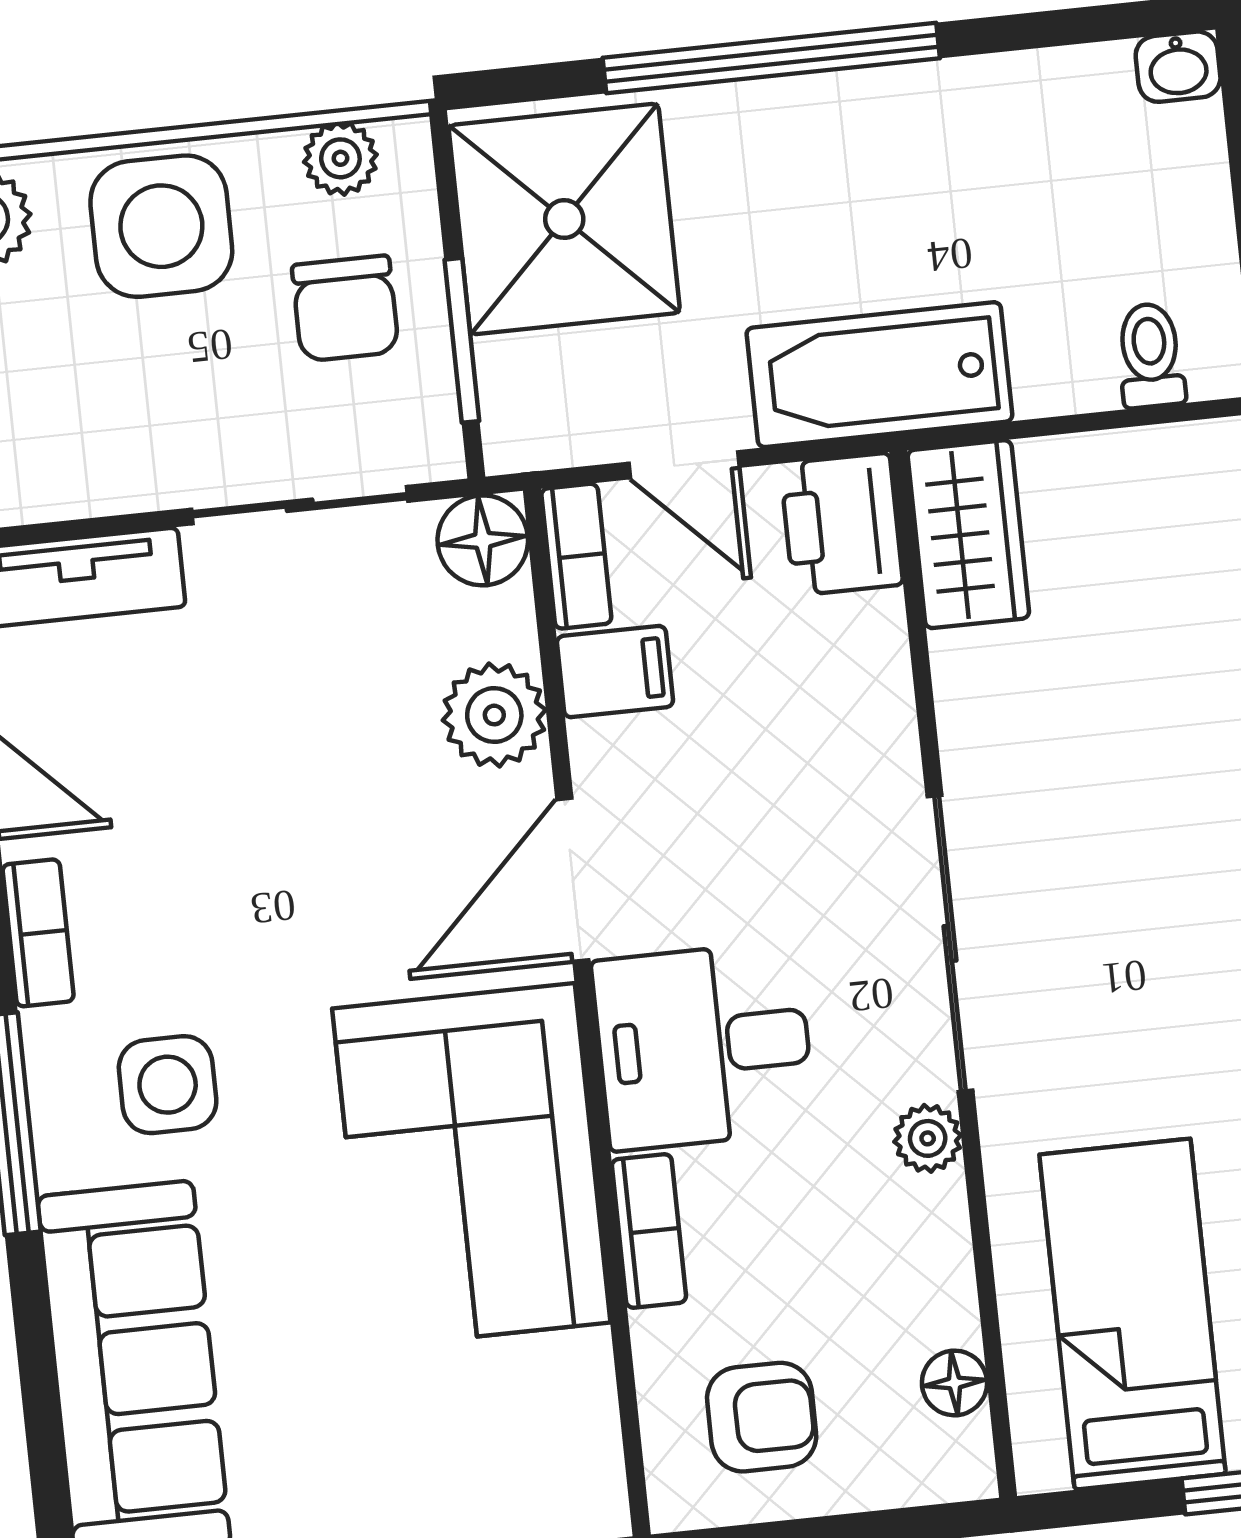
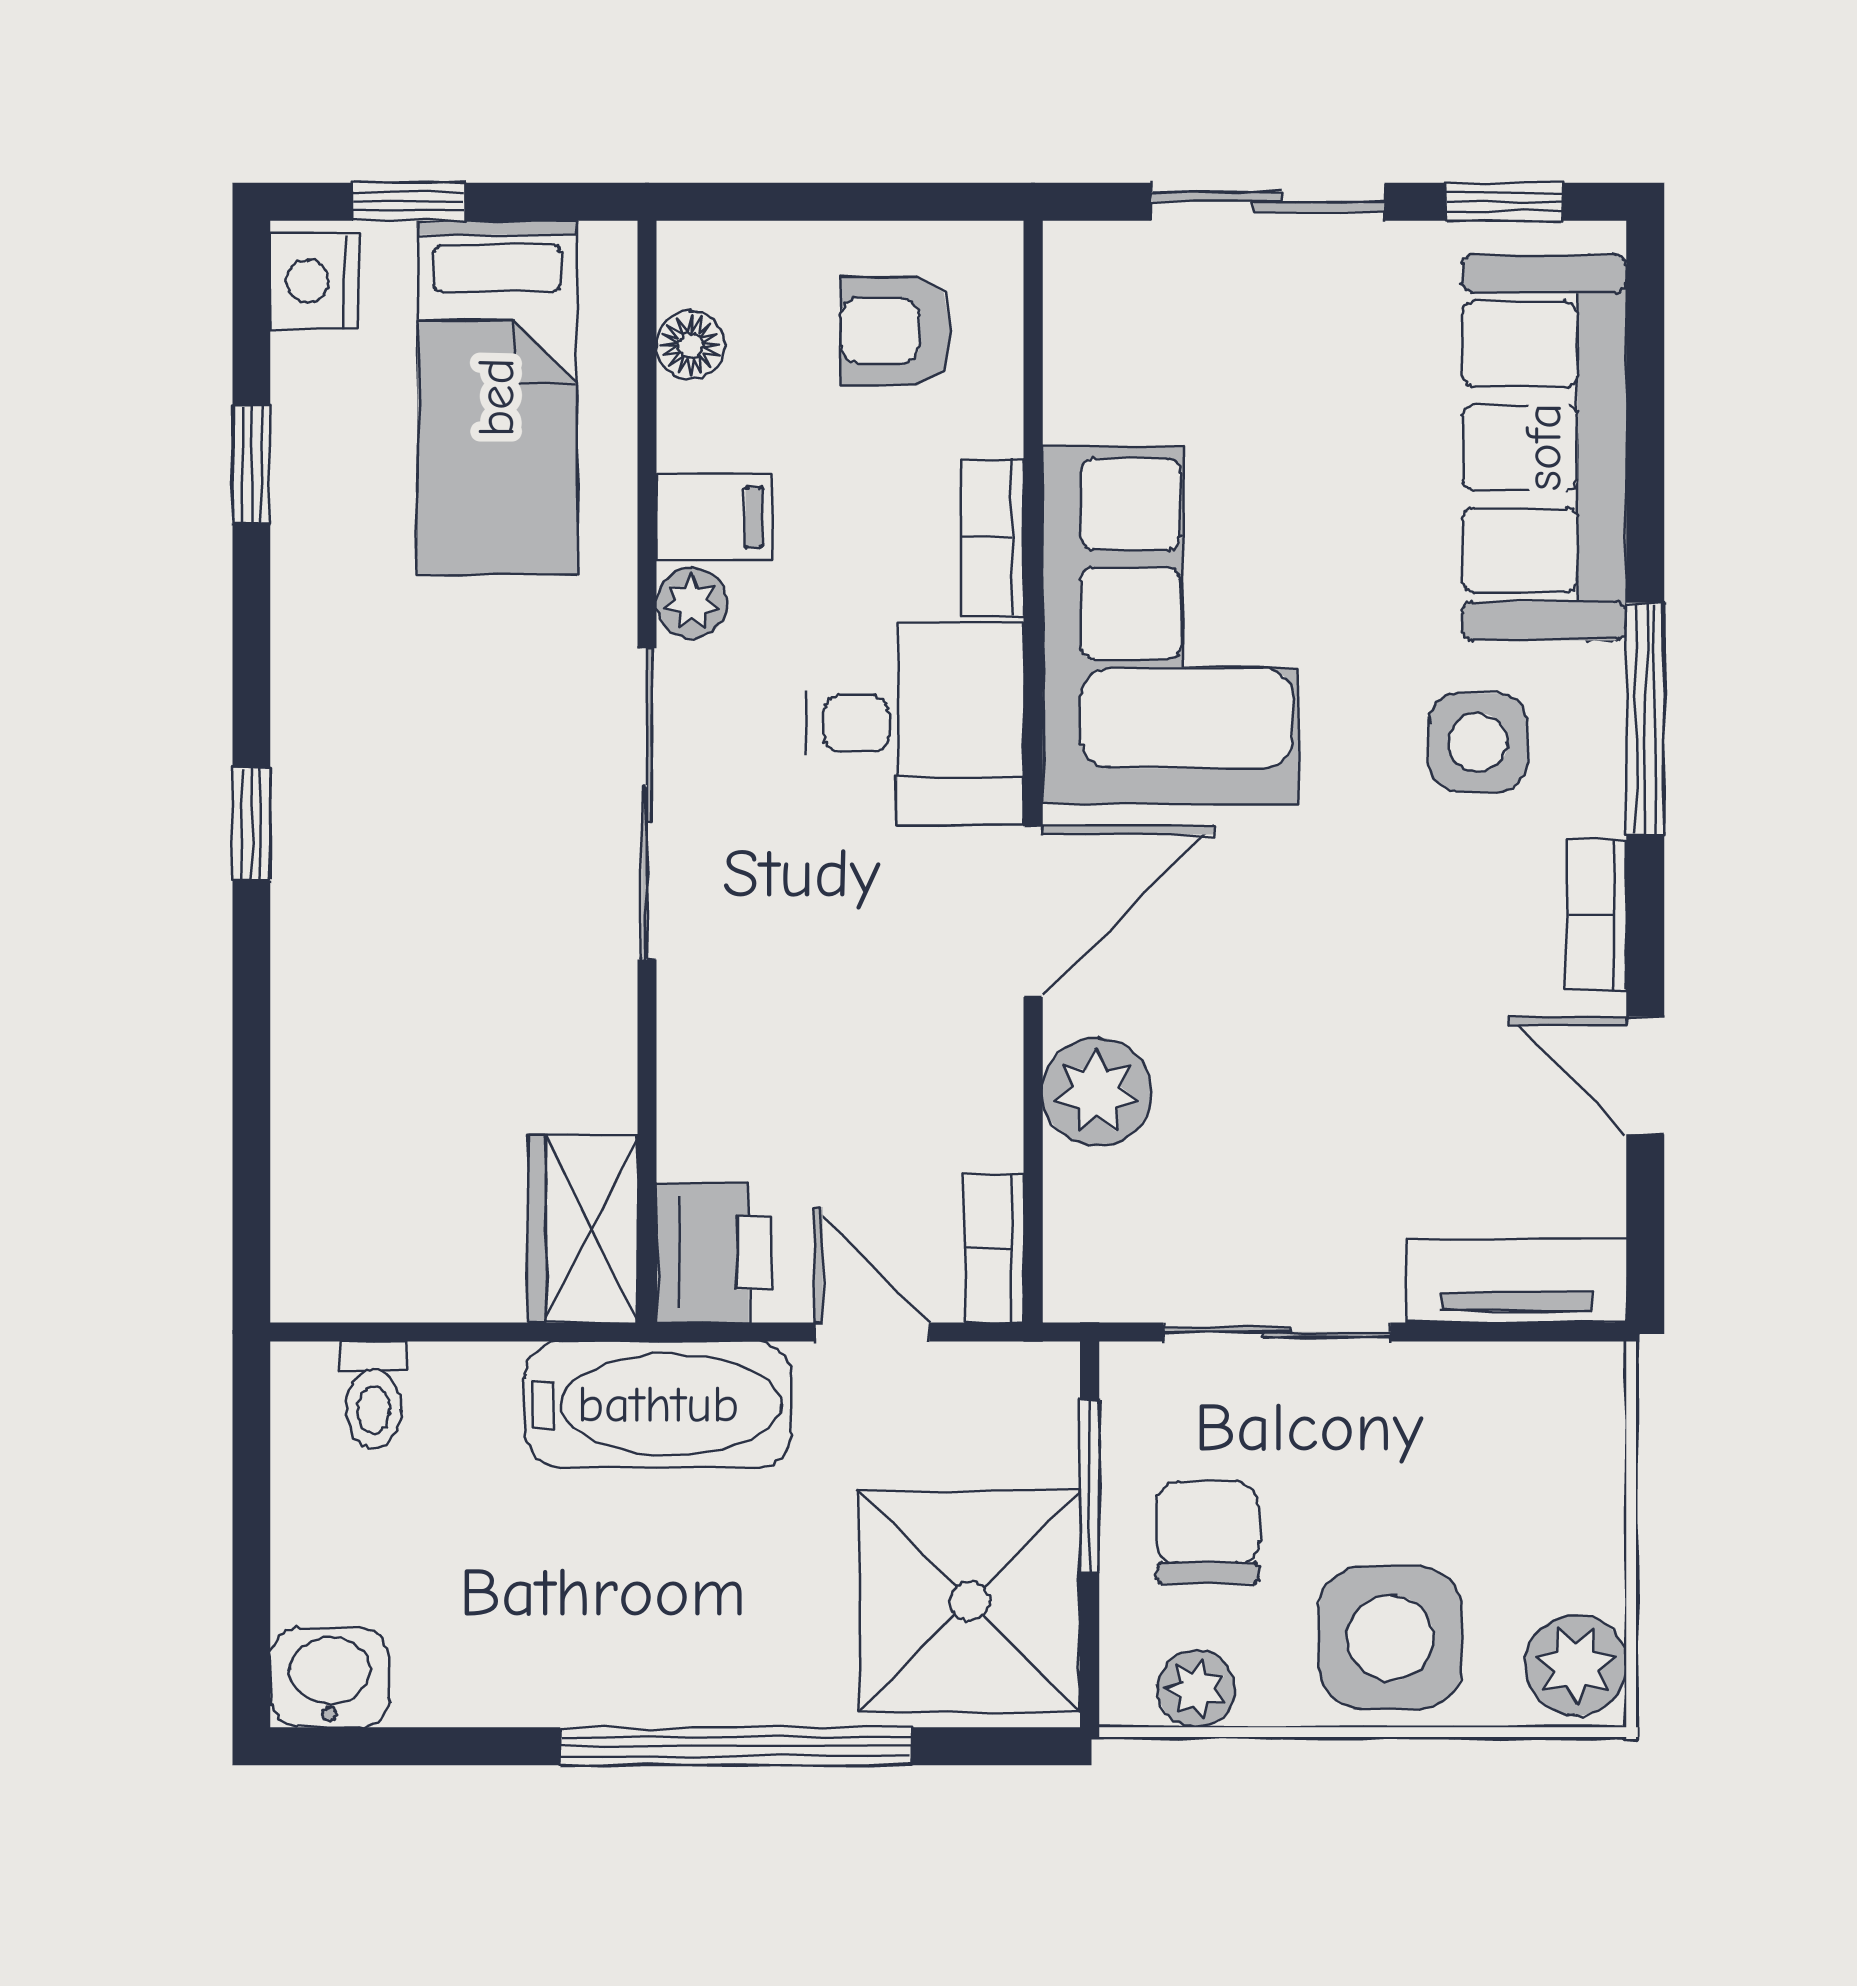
washbasin: (1178, 67) -> (330, 1677), width x1.38, depth x1.45
floor lamp: (483, 540) -> (1090, 1275), removed
filing cabinet: (615, 672) -> (714, 517), moved, turned 180

